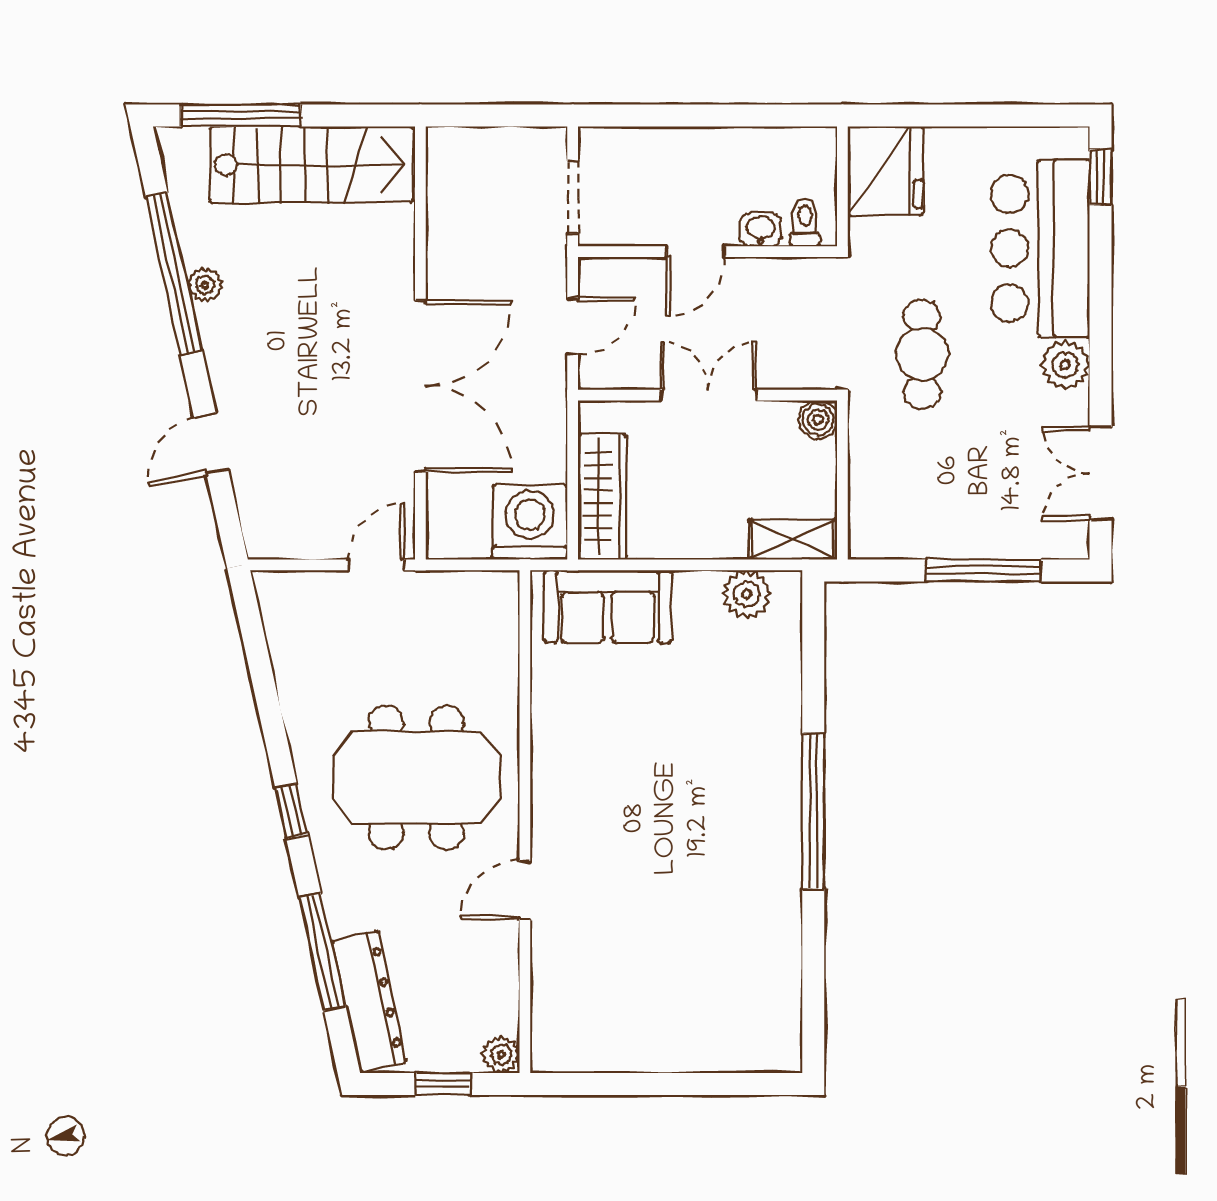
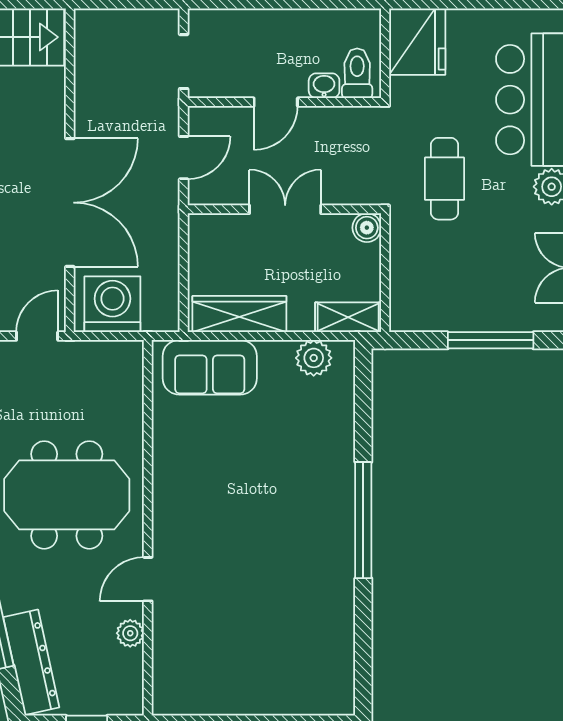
toilet: (805, 222) -> (357, 73), width x1.37, depth x1.39
wardrobe: (602, 497) -> (239, 314), moved, turned -90
washing machine: (530, 522) -> (112, 304), moved
plant: (501, 1055) -> (130, 633), moved

